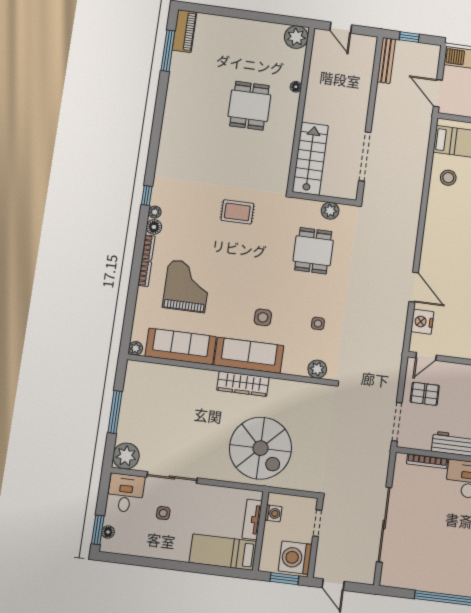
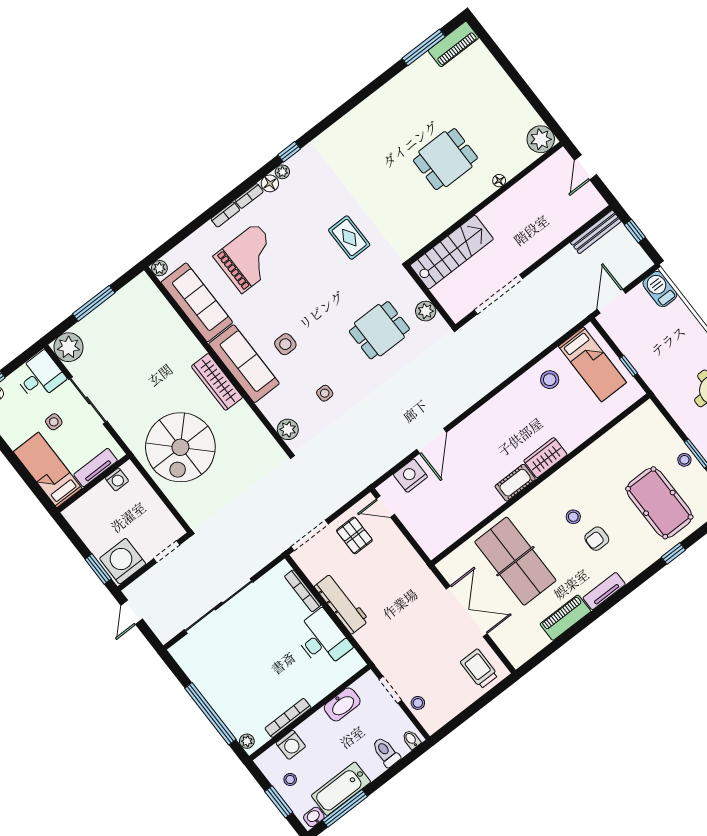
washing machine: (273, 513) -> (117, 479), moved
tv unit: (252, 519) -> (96, 468), moved
wall: (261, 531) -> (93, 483), moved
bed: (223, 552) -> (48, 470), moved

